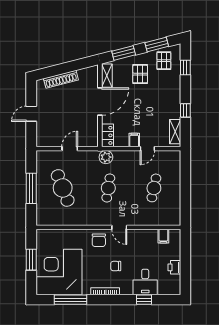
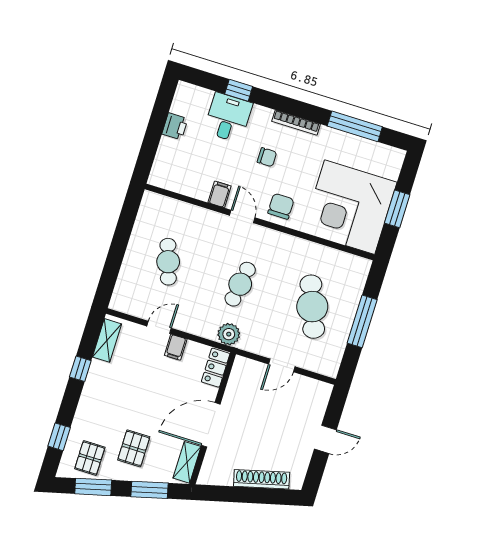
cafe table: (154, 188) -> (168, 262), turned -30
filing cabinet: (163, 236) -> (220, 194), moved
corner desk: (59, 272) -> (350, 207), moved, turned 90

